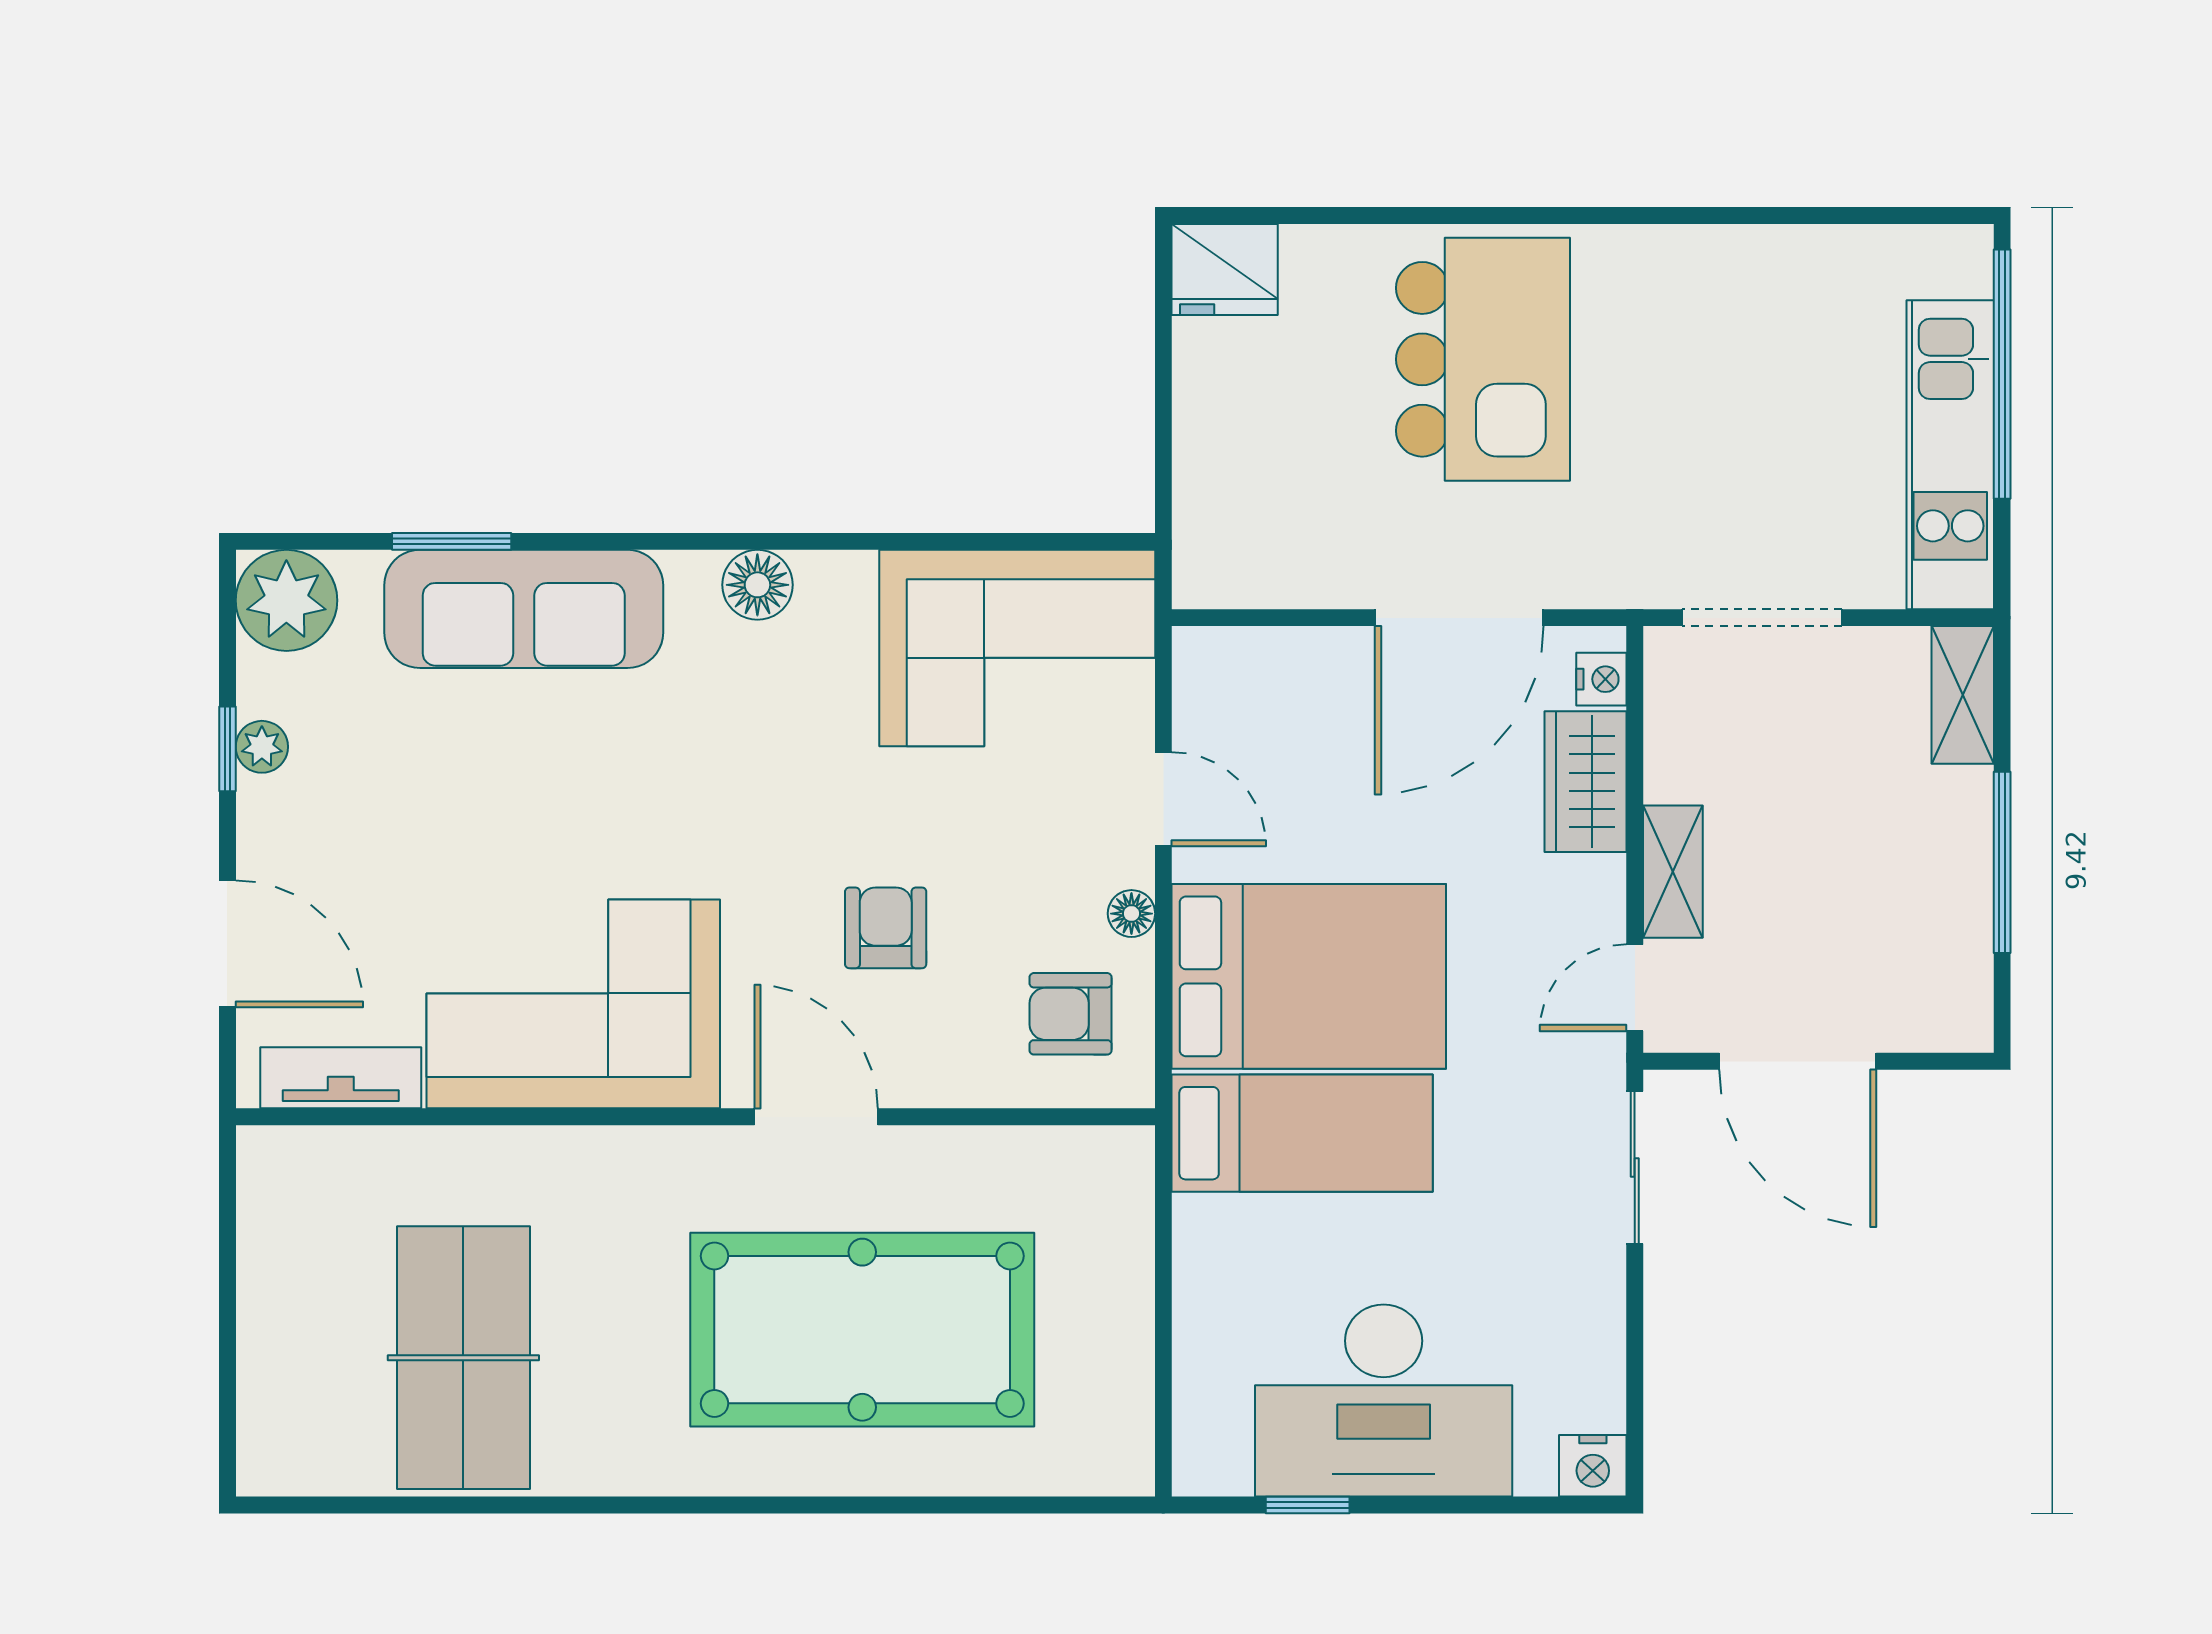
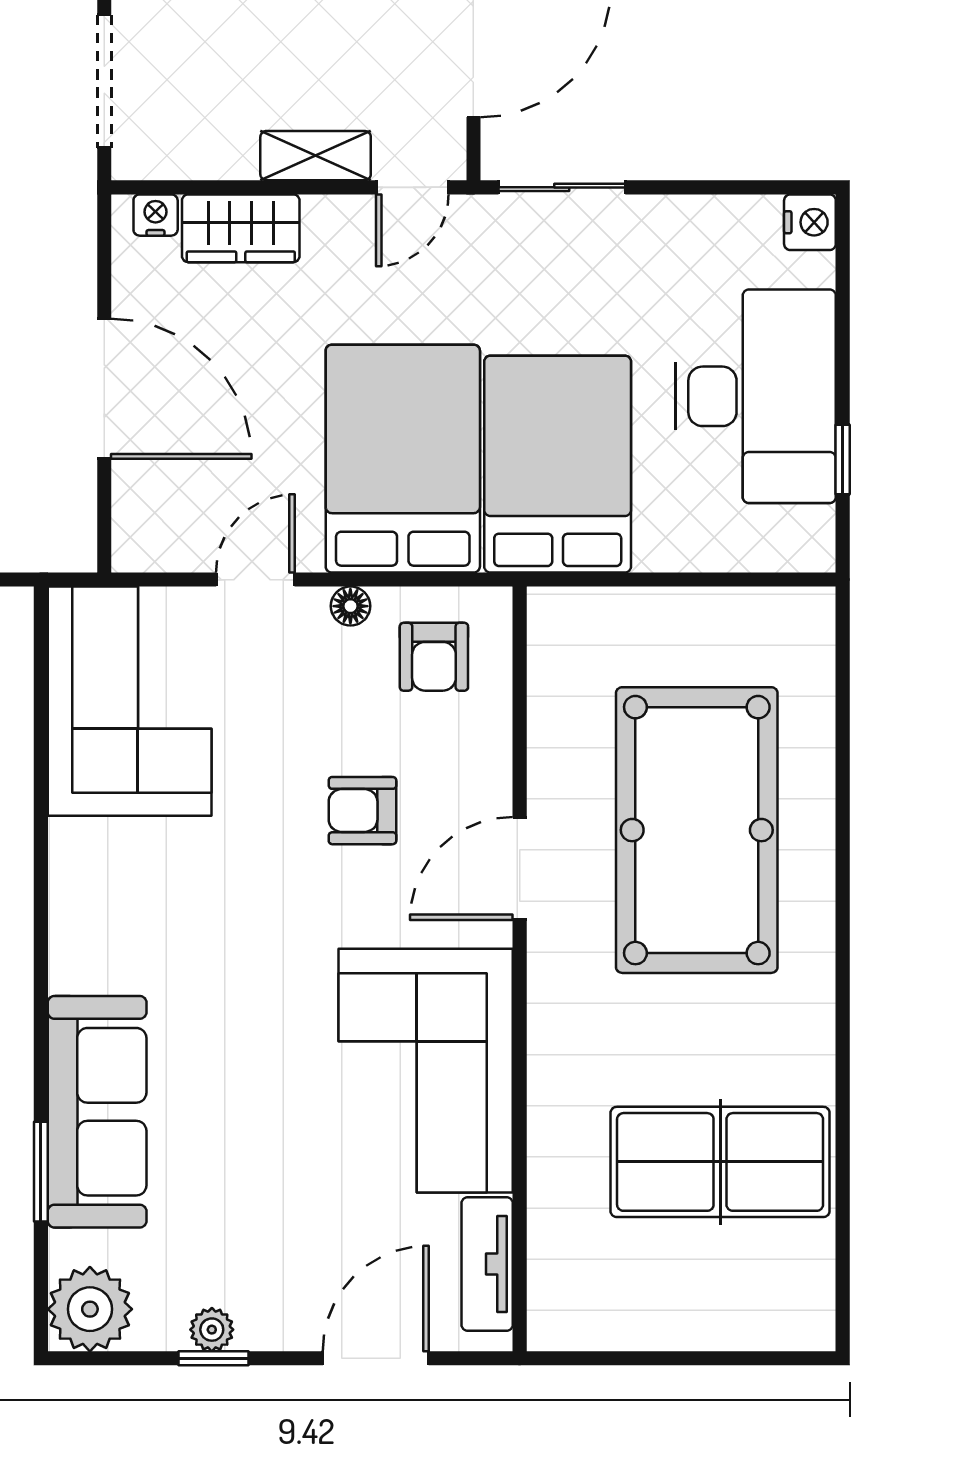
floor lamp: (757, 585) -> (77, 917), removed
door: (1459, 618) -> (104, 389), moved
door: (1635, 988) -> (412, 187), hinge flipped
bed: (1302, 1133) -> (558, 464), width x1.50

